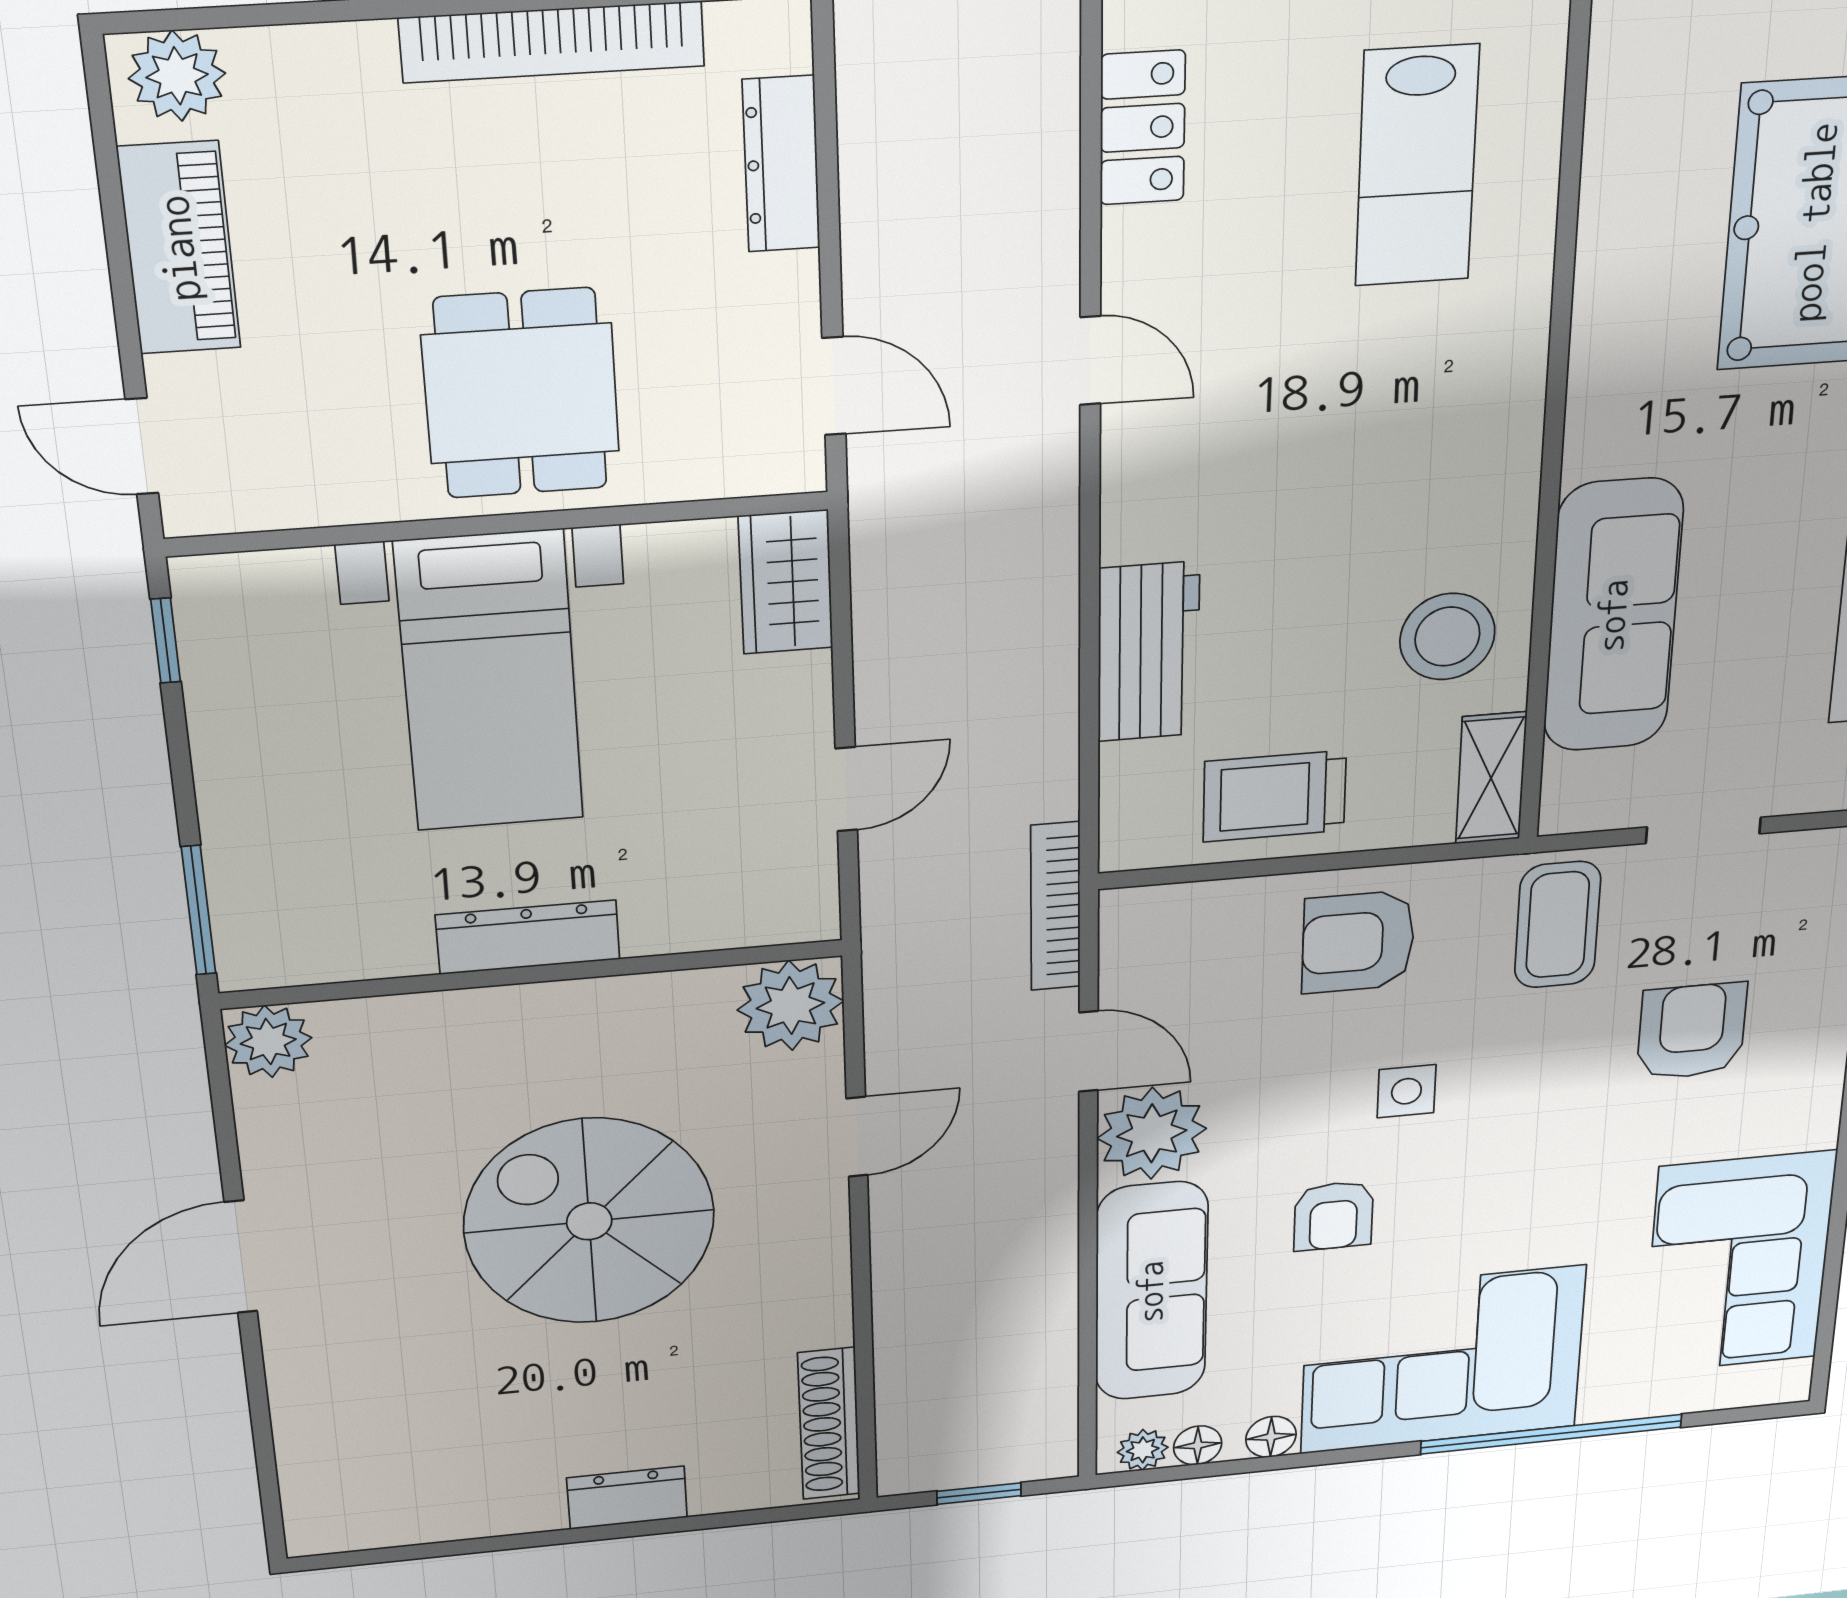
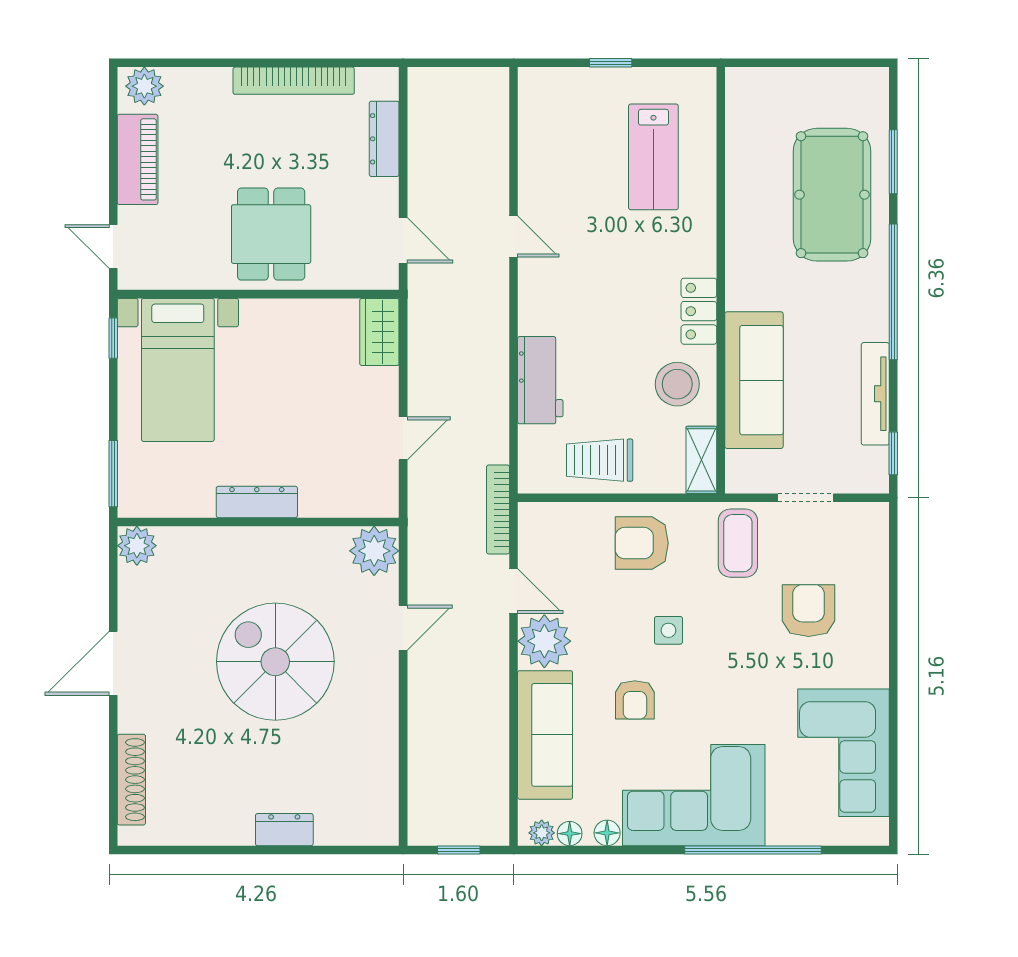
locker: (1143, 128) -> (699, 311), moved, turned 180
bed with nightstands: (490, 682) -> (178, 370), moved
shoe rack: (829, 1424) -> (131, 780), moved, turned 180

